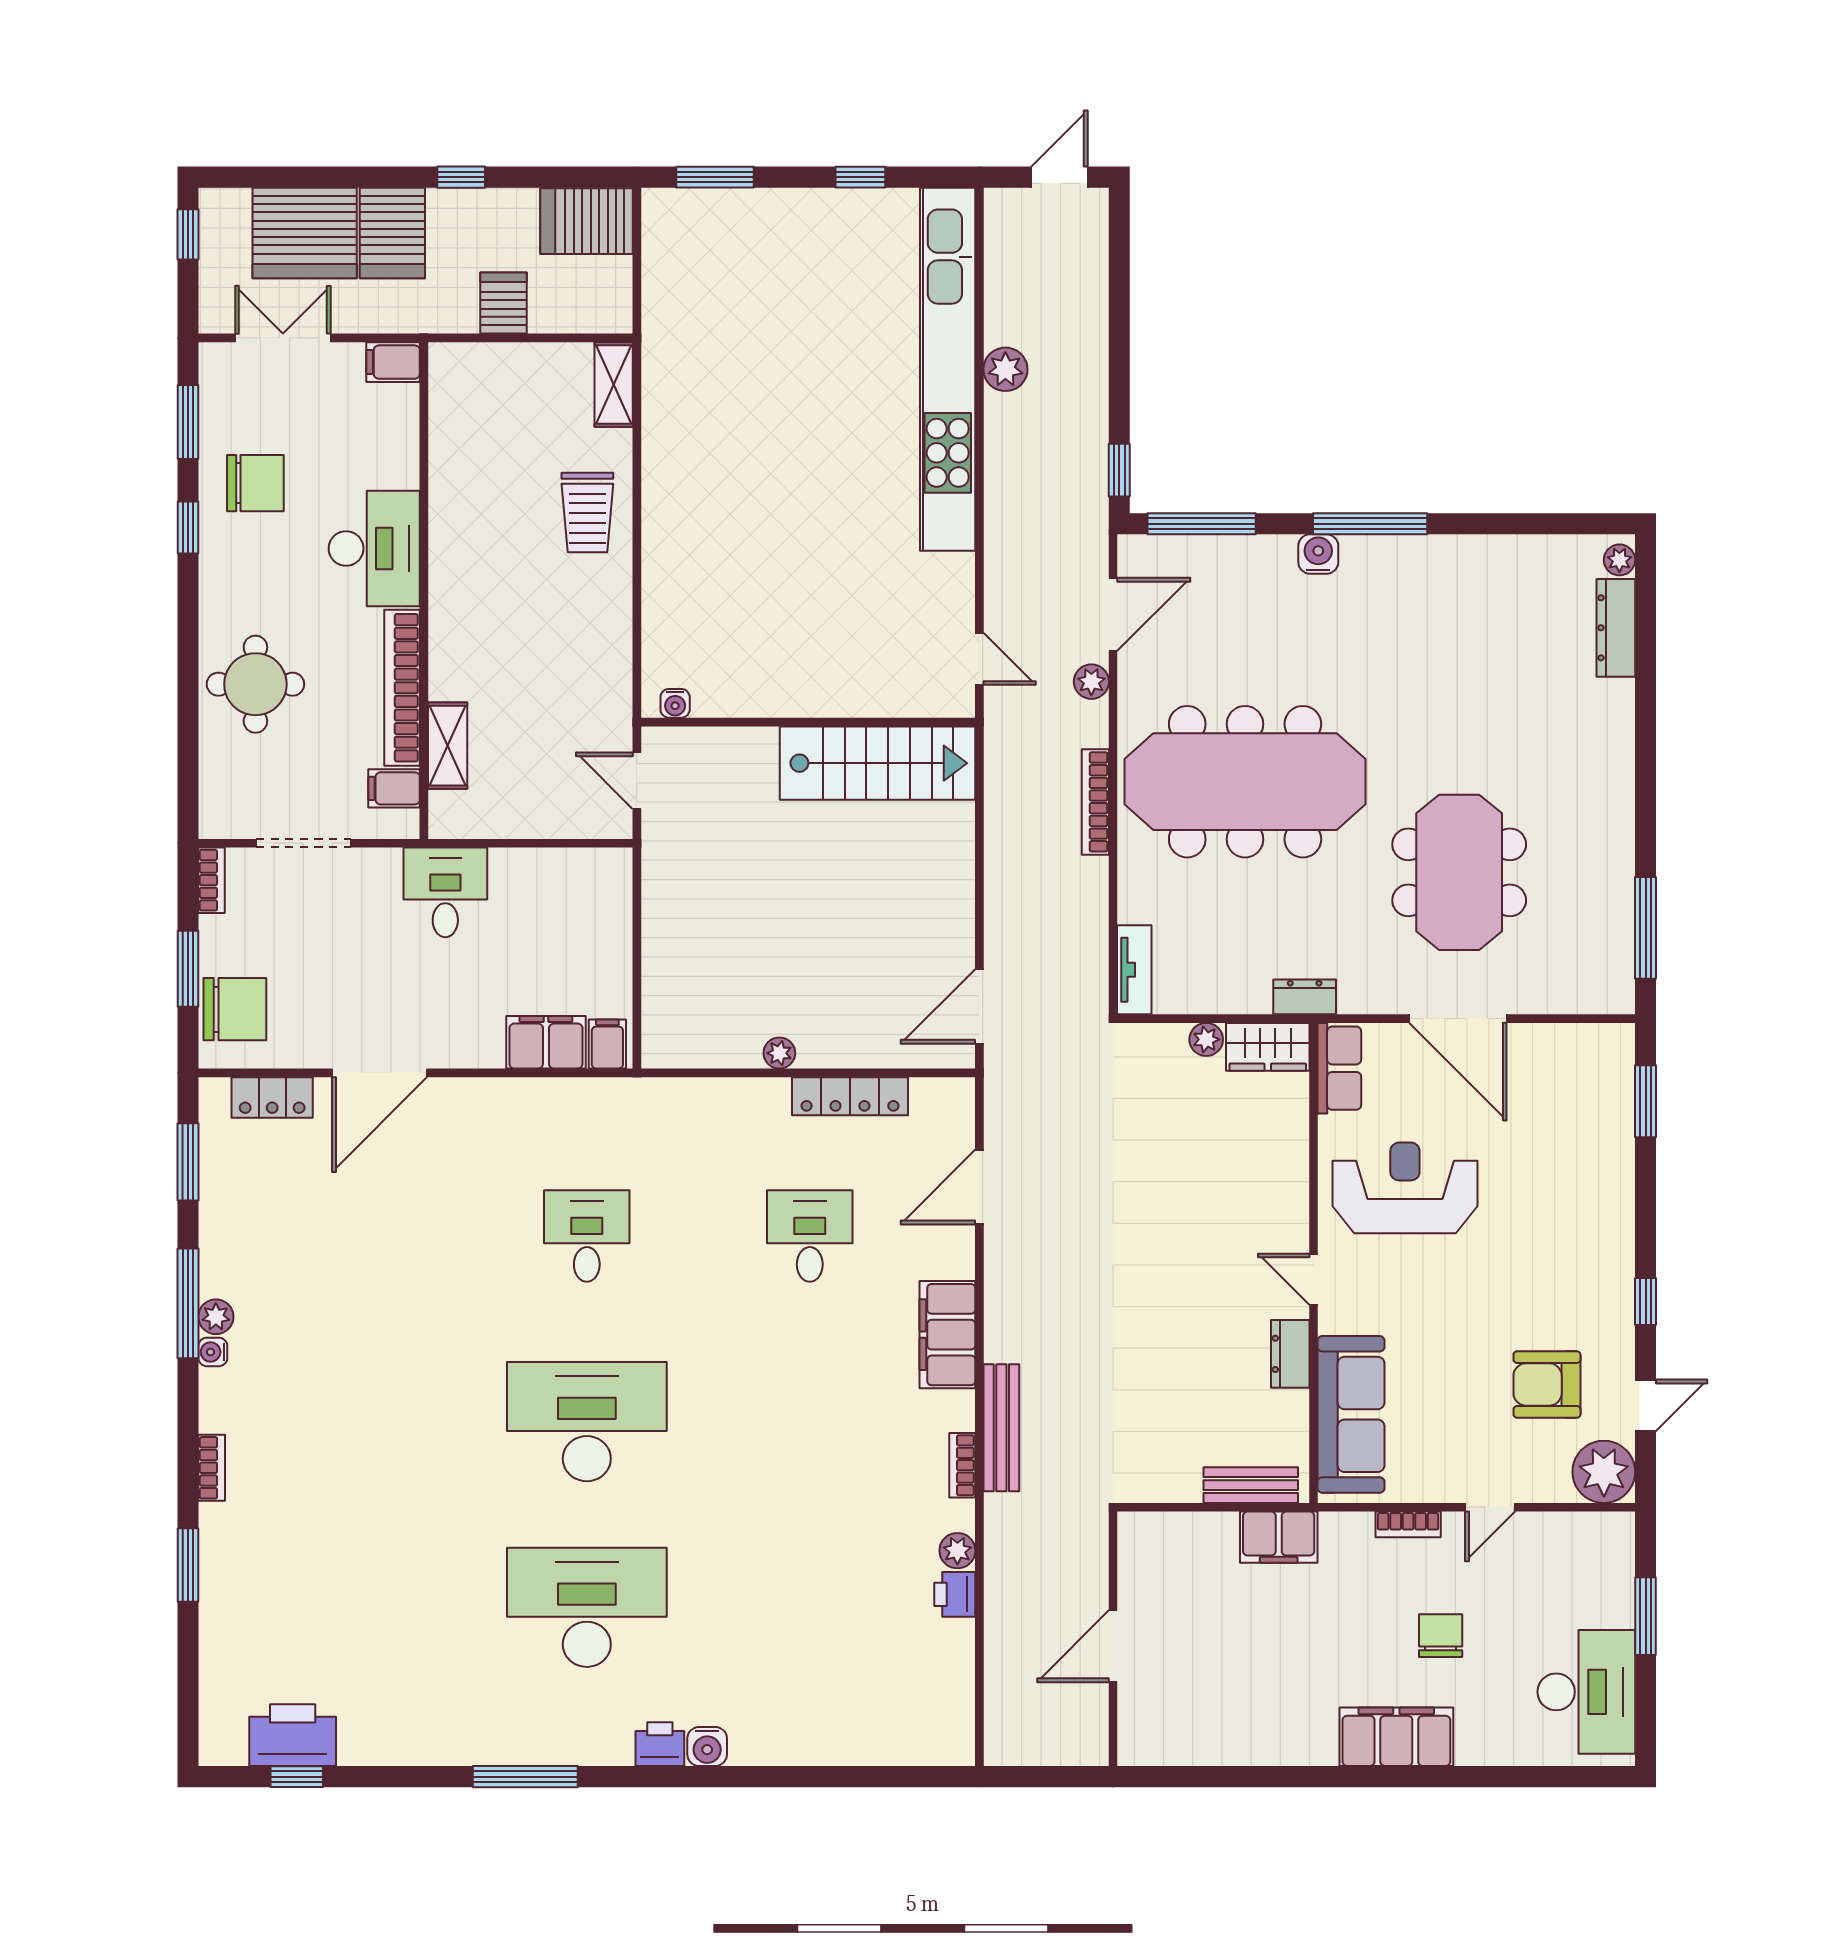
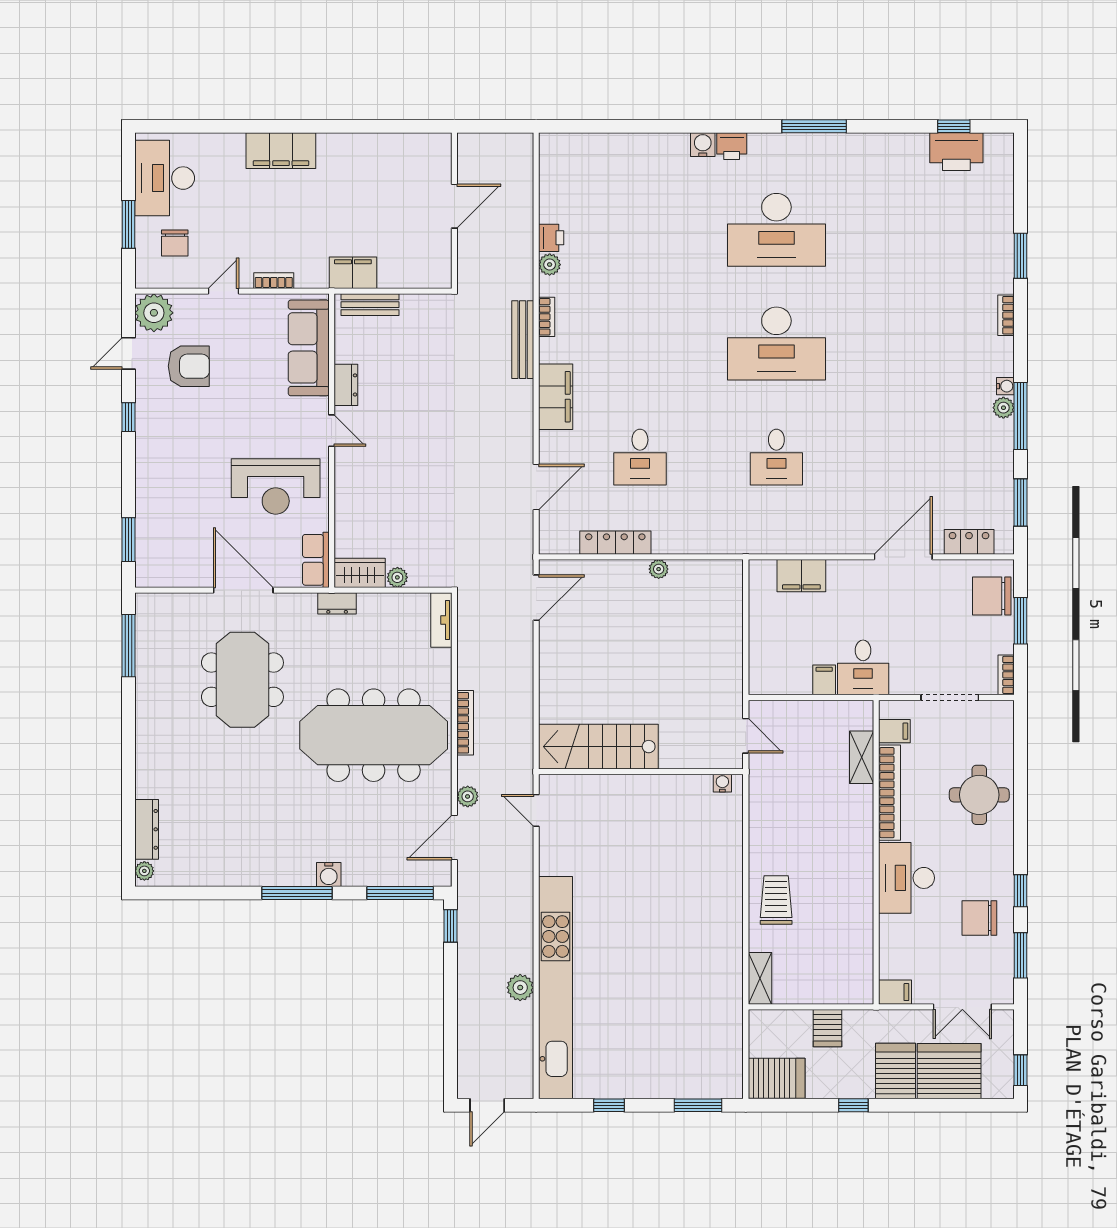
filing cabinet: (607, 1044) -> (824, 680), moved, turned 180
chair: (1441, 1636) -> (175, 243), moved

